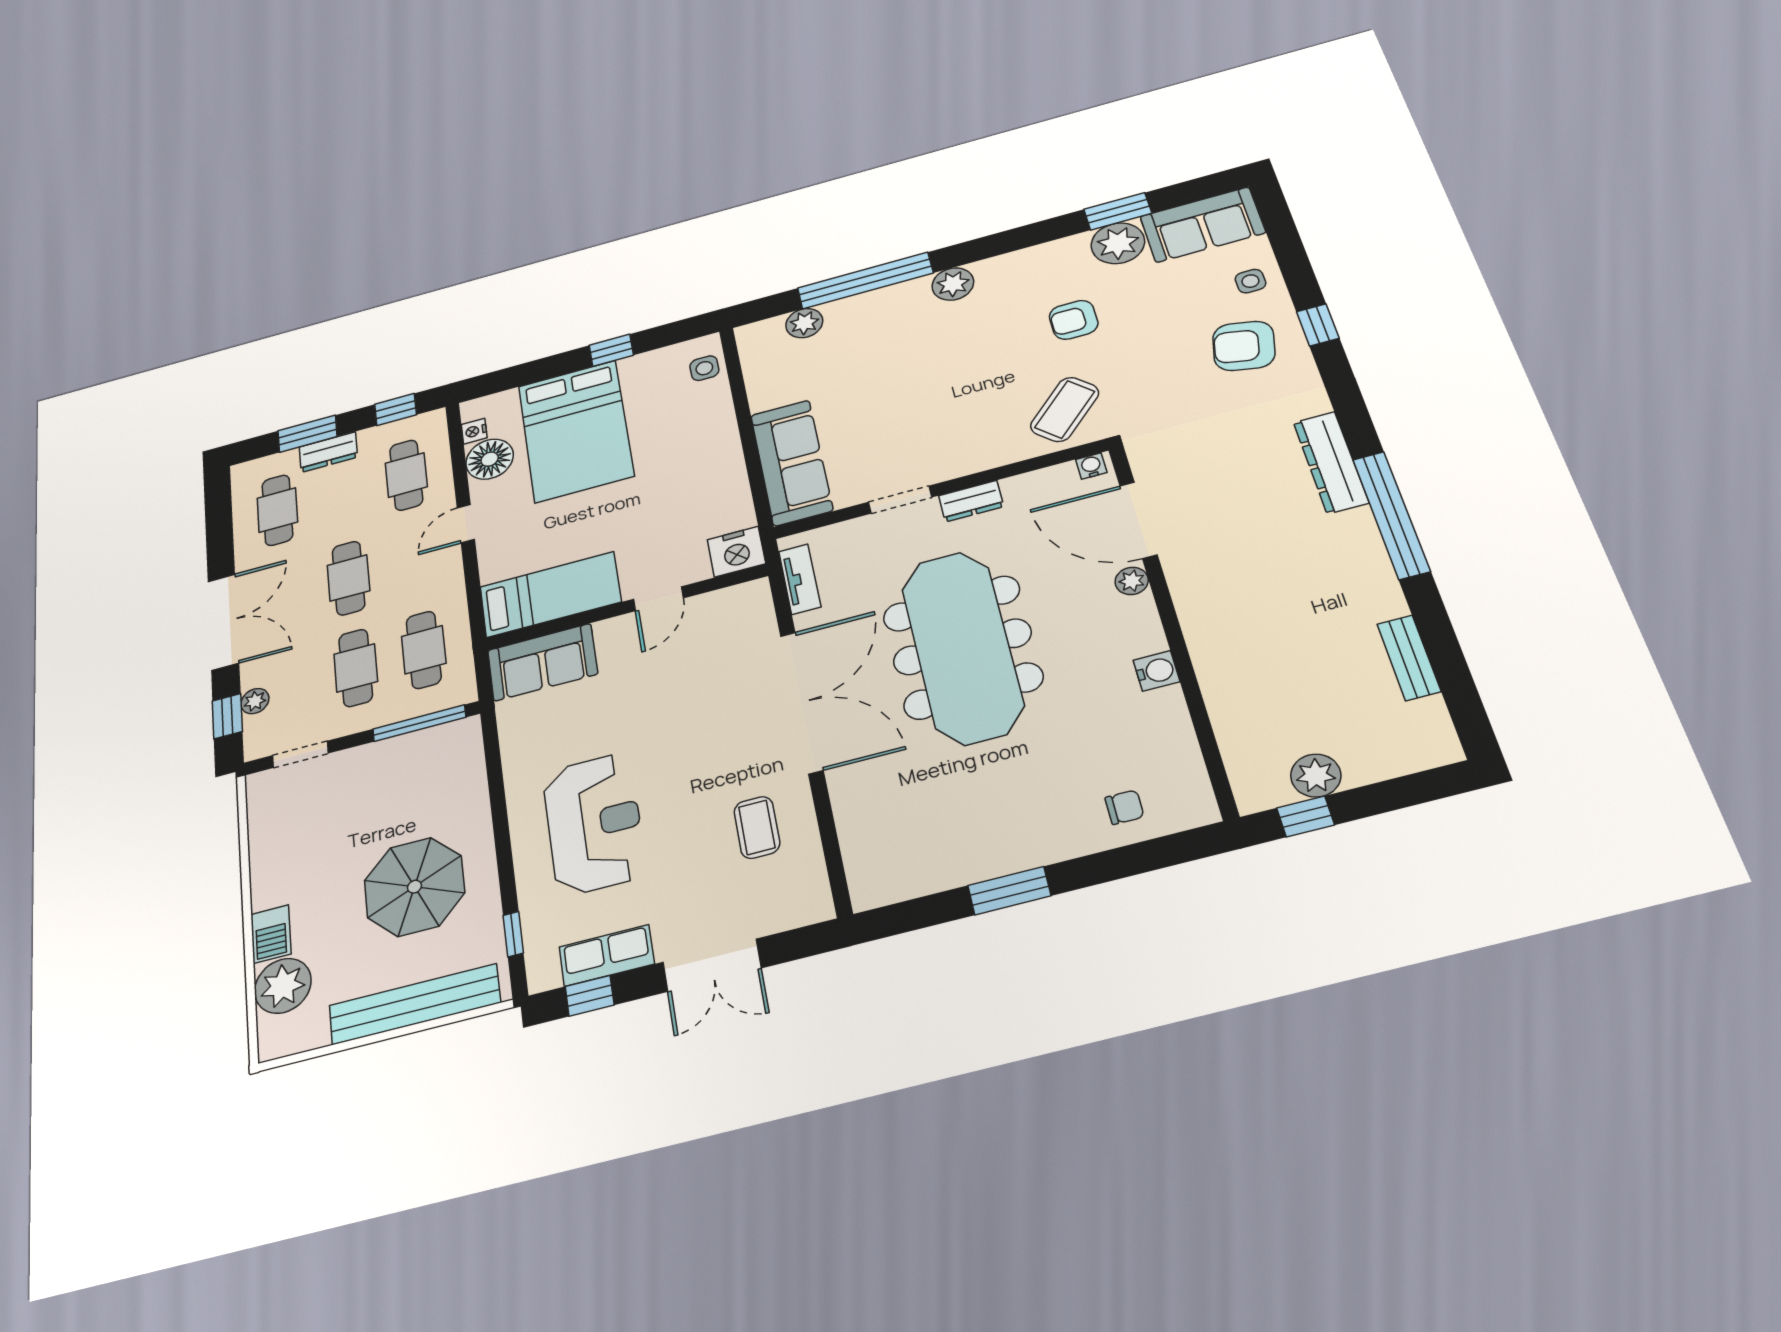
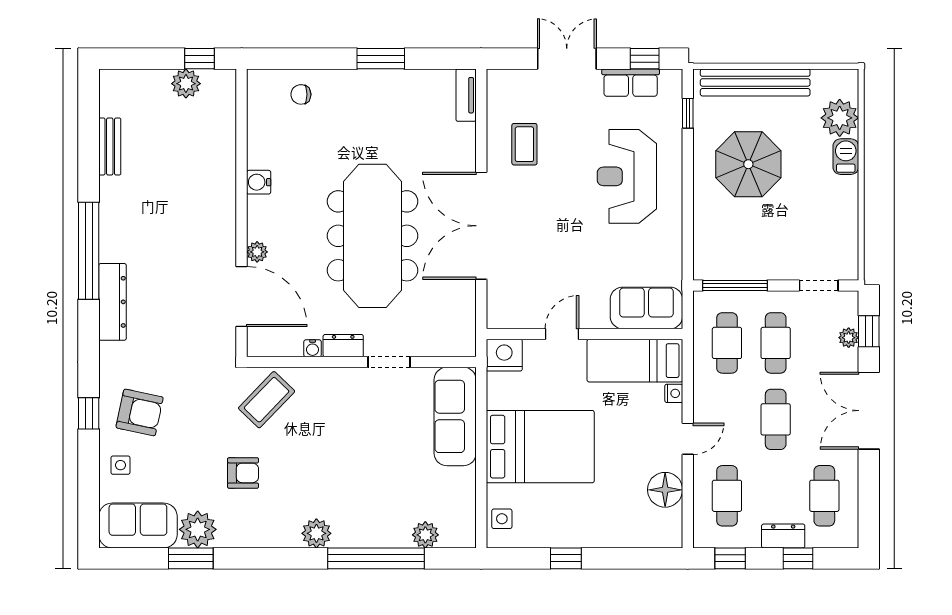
nightstand: (474, 431) -> (674, 393), moved
bed: (576, 431) -> (540, 447), moved, turned 90
window: (307, 434) -> (798, 558), width x0.67
water cooler: (1091, 466) -> (313, 348), moved
tv unit: (800, 579) -> (466, 95), moved

